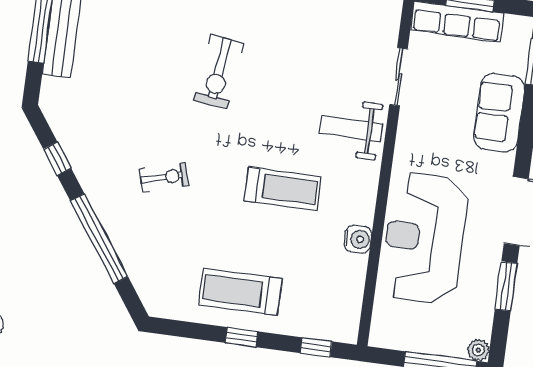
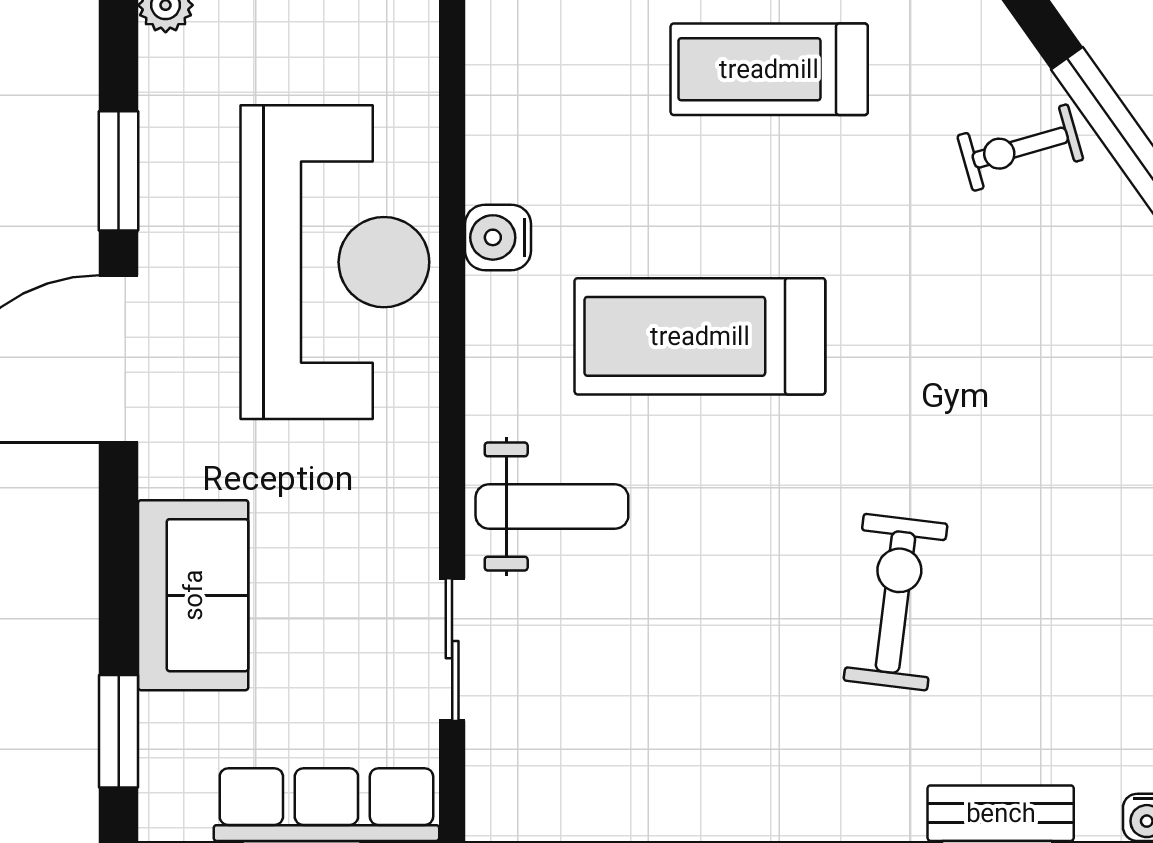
exercise bike: (164, 177) -> (1020, 148), moved
treadmill: (283, 189) -> (700, 336), width x1.37, depth x1.38
treadmill: (240, 292) -> (769, 69), turned 180

